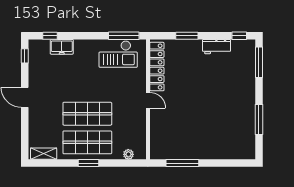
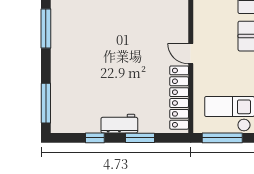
window: (239, 36) -> (95, 138), moved
workbench: (217, 47) -> (119, 124), moved

